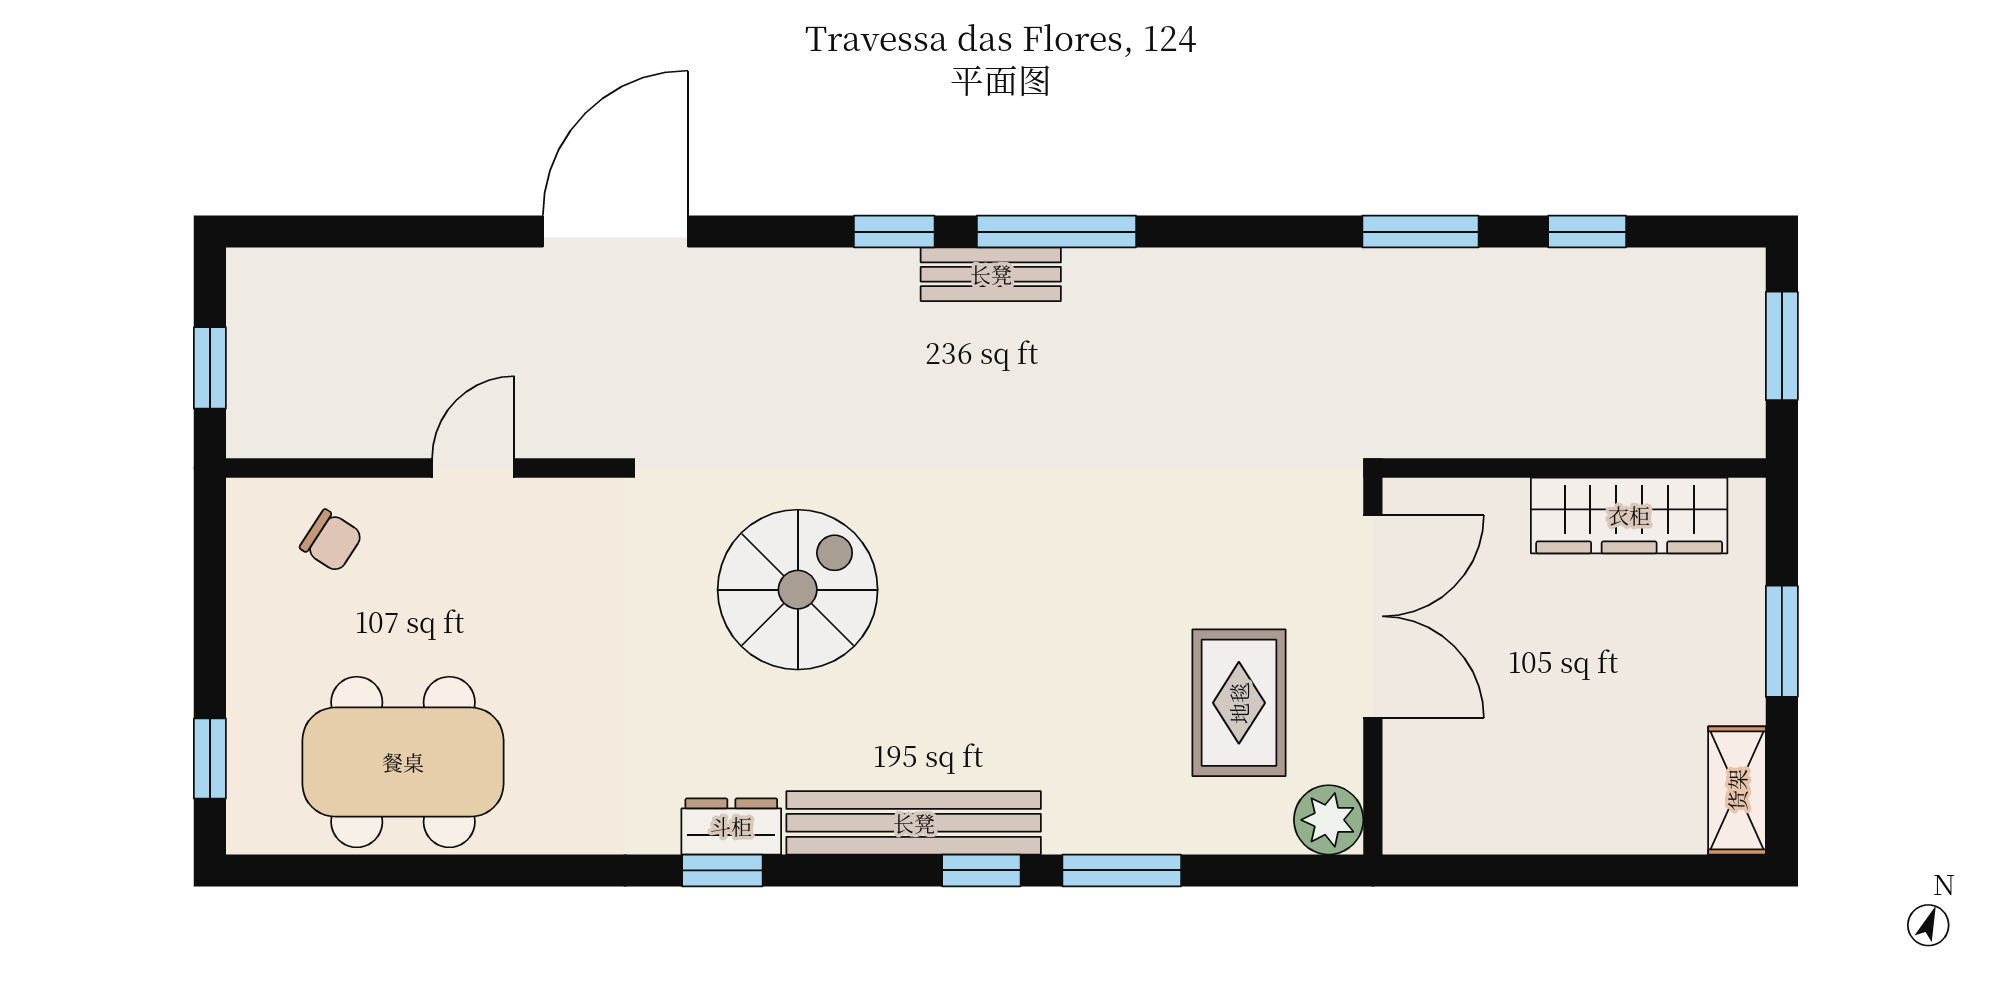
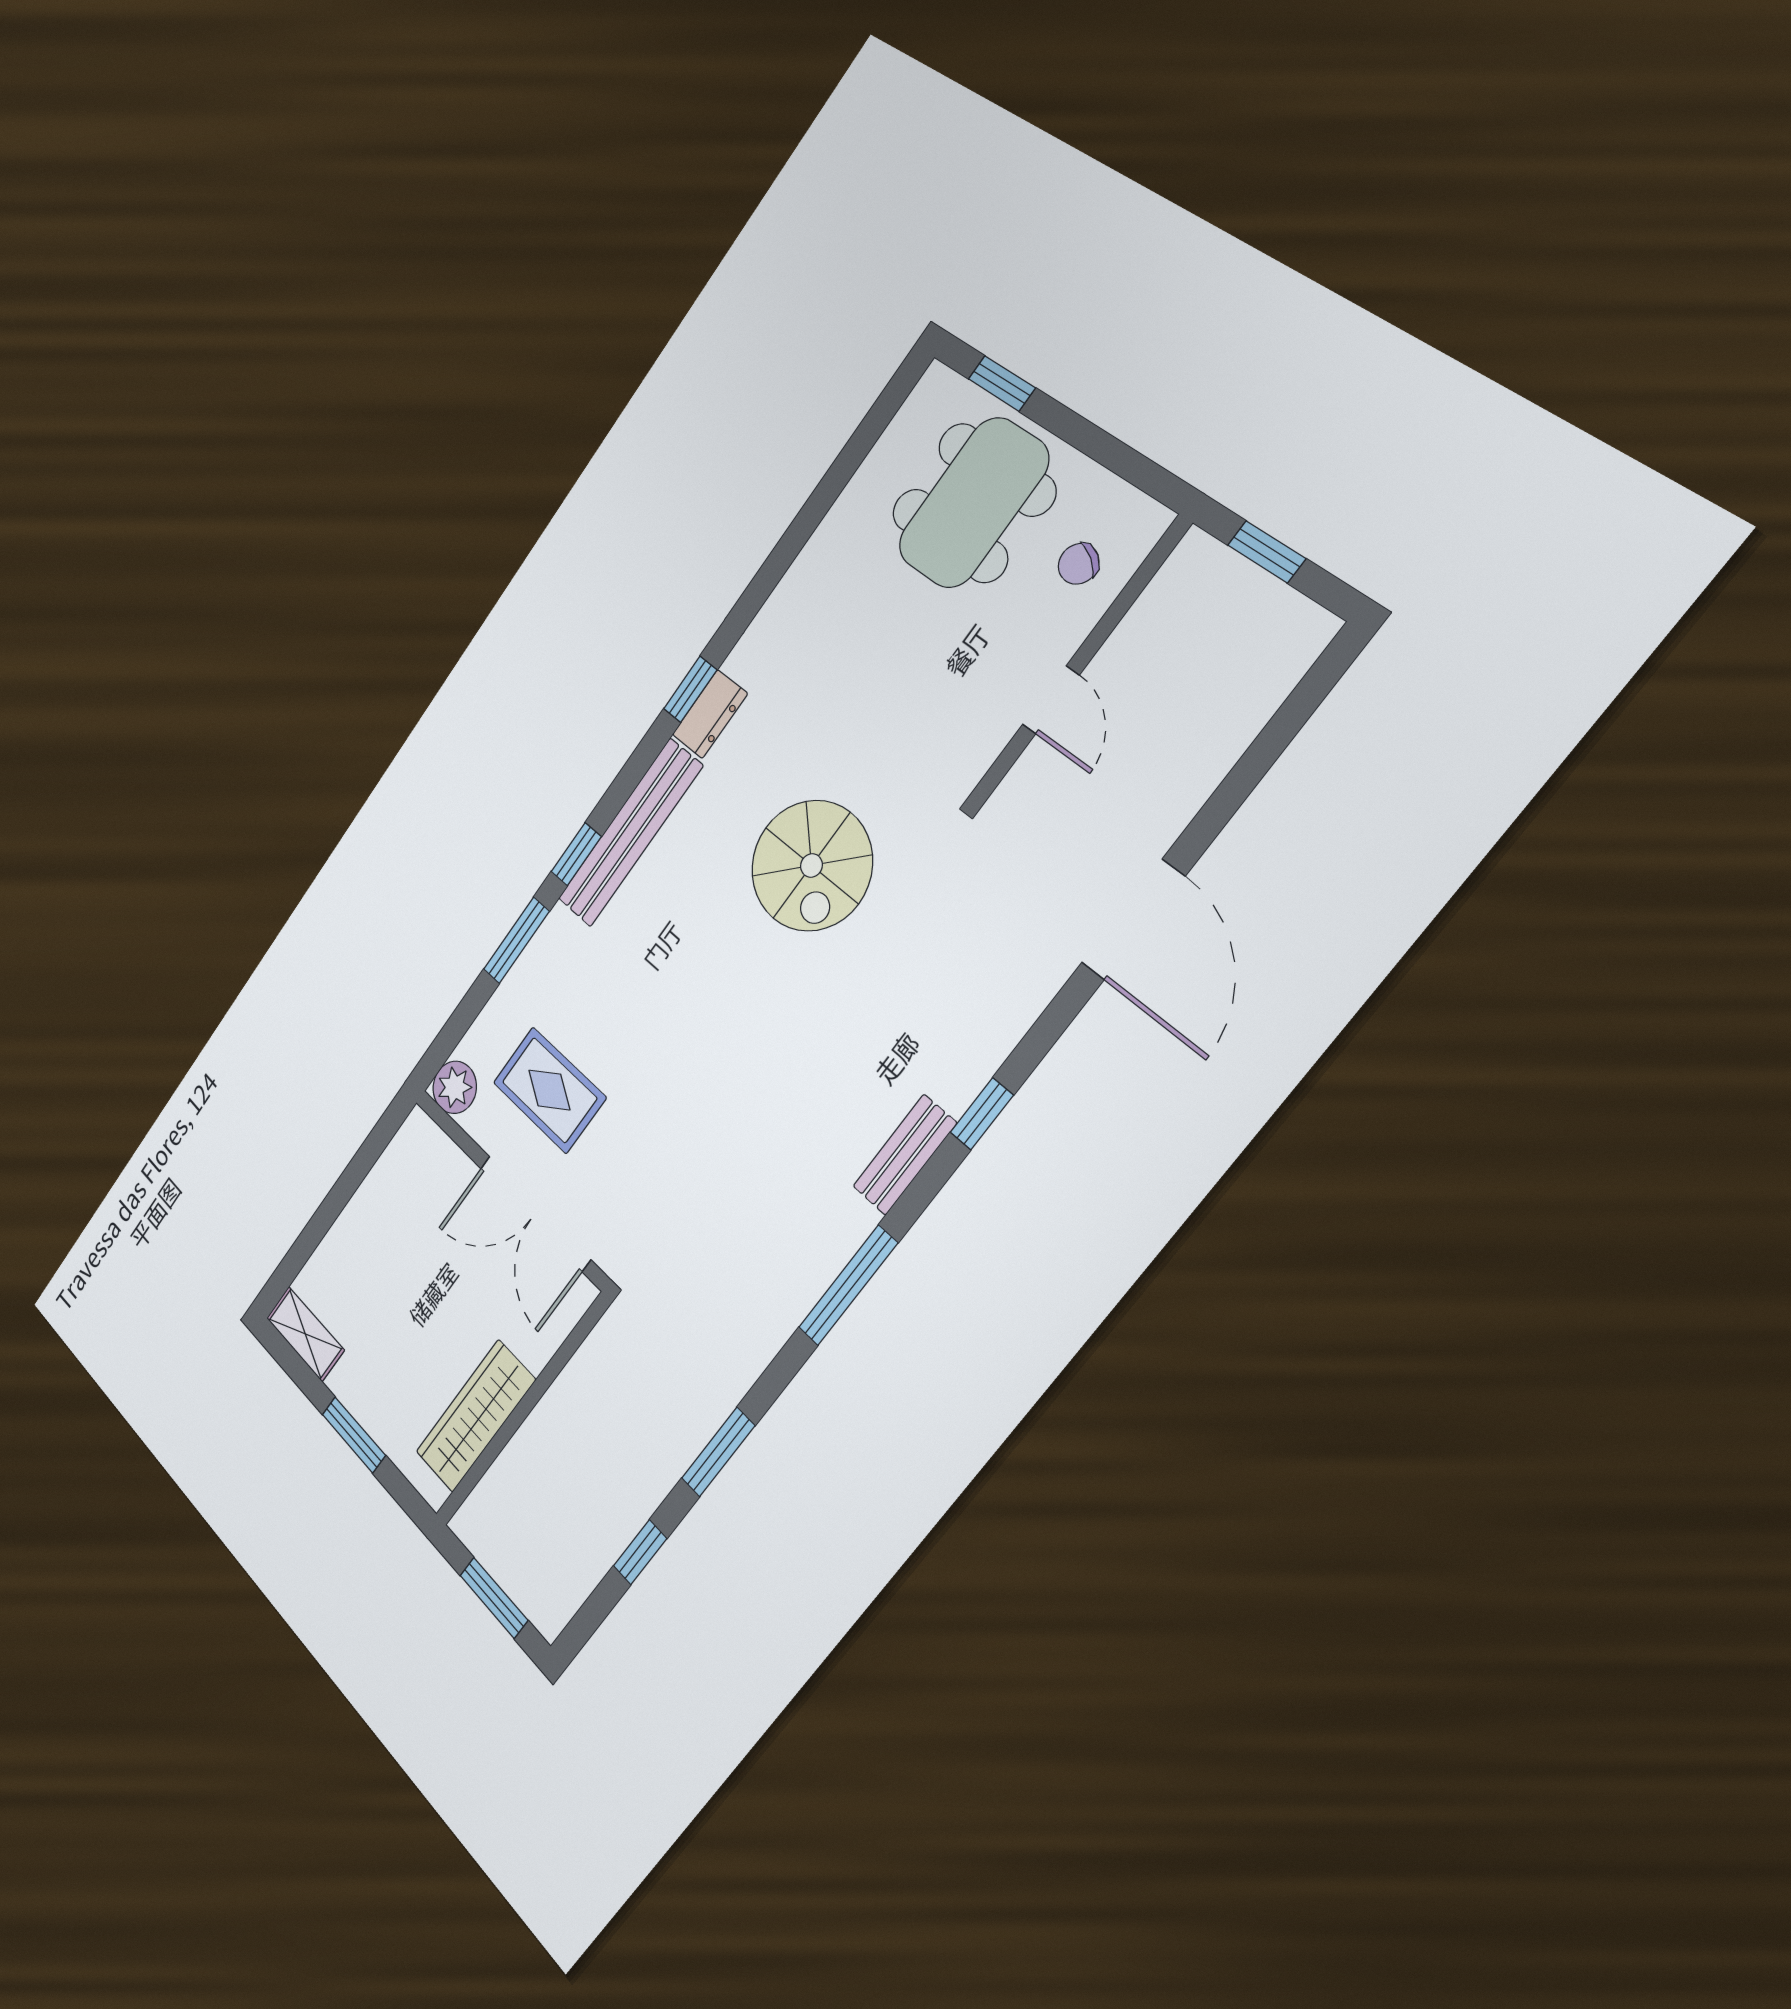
window: (1056, 232) -> (848, 1285), moved
dining table: (403, 762) -> (973, 503), moved

